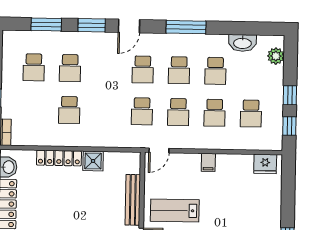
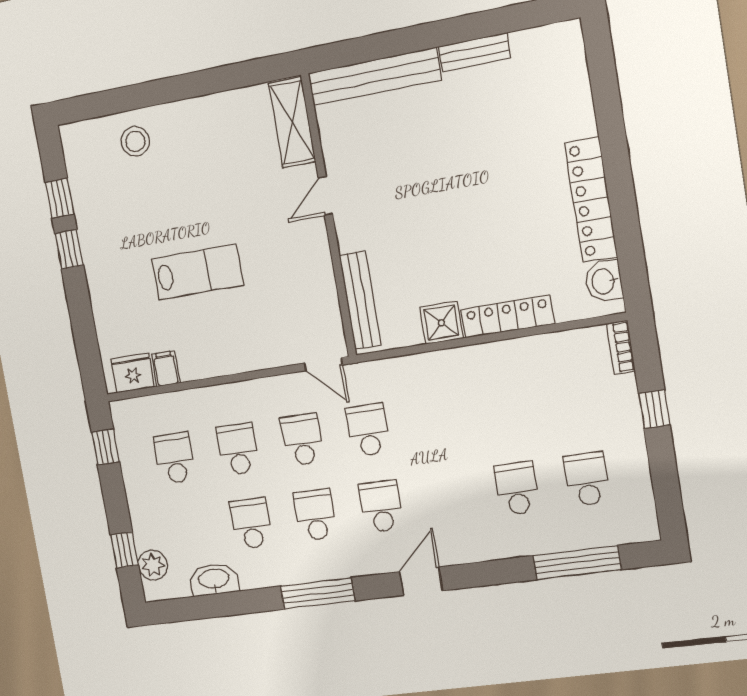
window: (46, 24) -> (577, 563), width x1.44
window: (92, 25) -> (490, 573), removed
window: (290, 95) -> (124, 550), moved
school desk: (69, 110) -> (504, 410), removed
door: (159, 150) -> (324, 364), swing flipped
filing cabinet: (208, 162) -> (166, 369), moved
bench: (133, 200) -> (360, 300), moved
lab bench: (175, 210) -> (198, 272), moved

